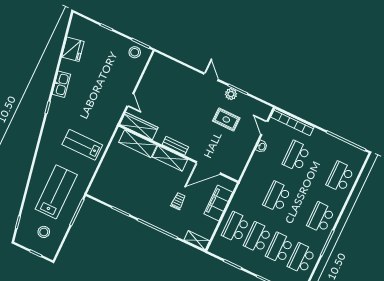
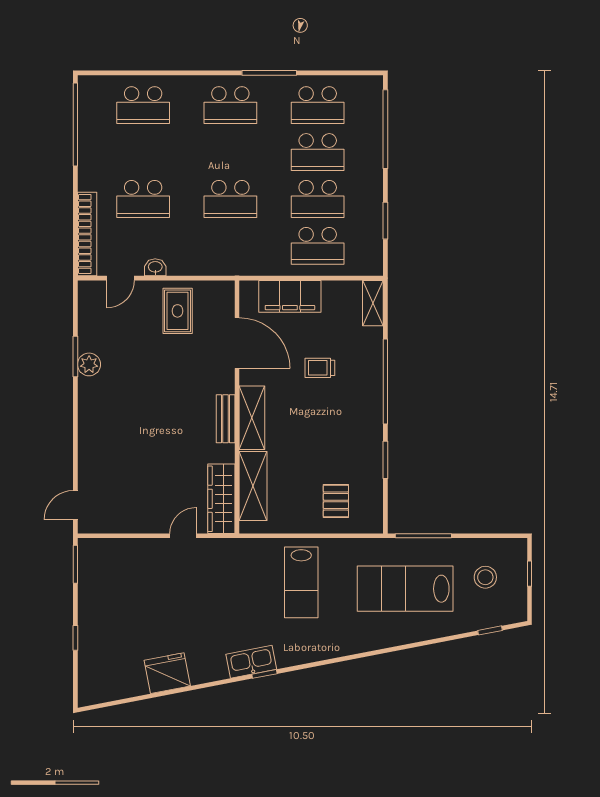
fridge: (73, 49) -> (167, 673), moved
stool: (135, 52) -> (96, 568), removed
door: (211, 77) -> (75, 505), moved
kitchen sink: (61, 84) -> (251, 662), moved
rug: (226, 119) -> (178, 311), moved
pallet: (112, 179) -> (336, 501), added

